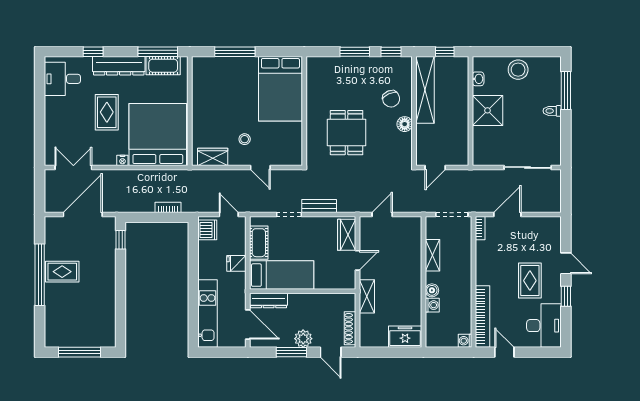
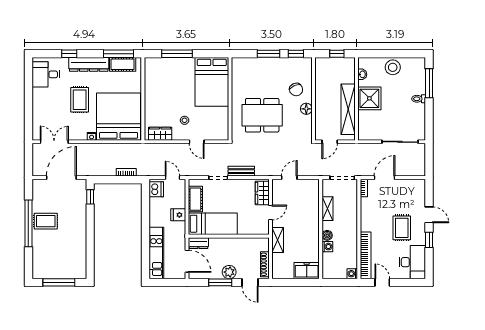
shelving: (425, 90) -> (348, 109), moved
dining table: (347, 133) -> (262, 115), width x1.38
dresser: (269, 301) -> (198, 243), width x0.70

